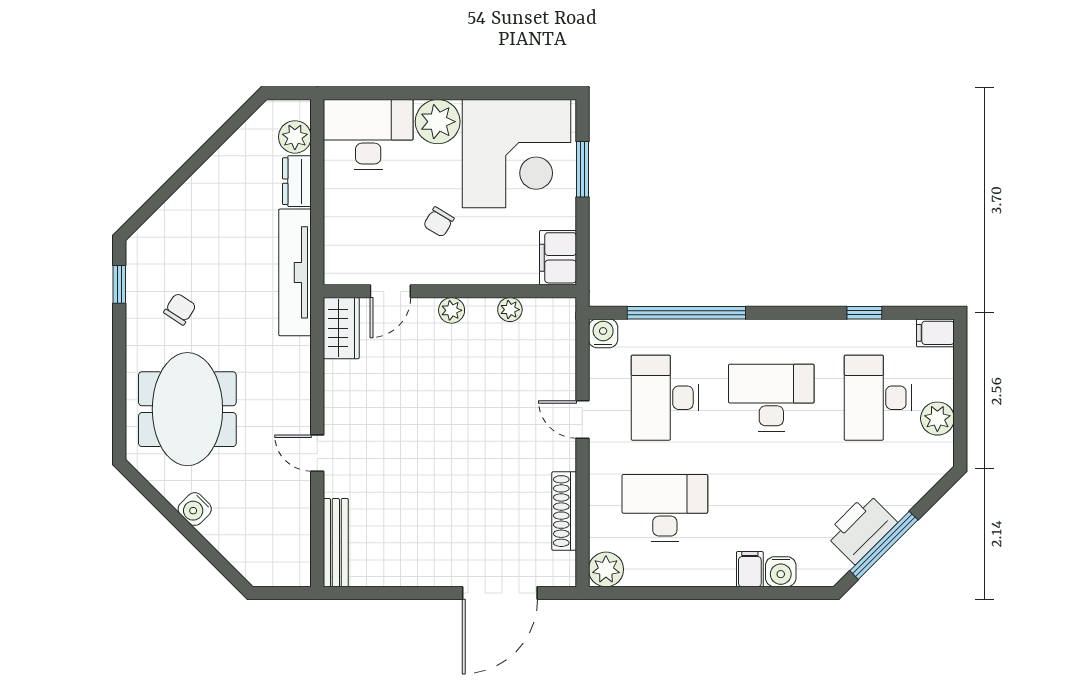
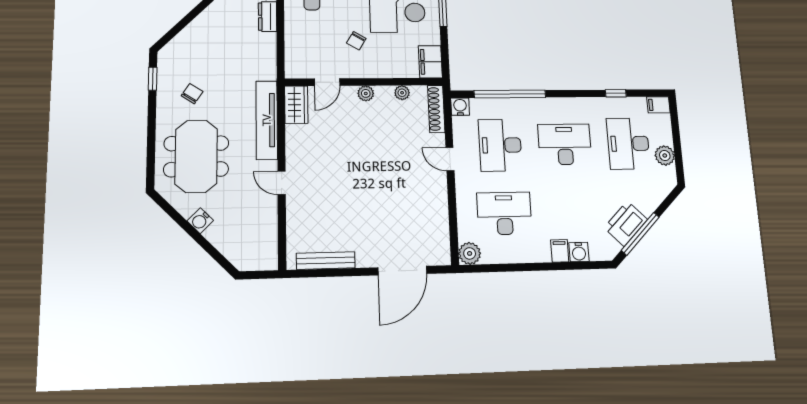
tv unit: (295, 272) -> (267, 120), moved
shoe rack: (564, 511) -> (436, 109), moved
bench: (336, 543) -> (326, 261), moved, turned 90

